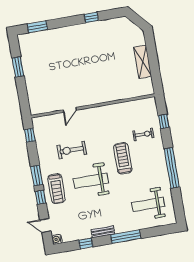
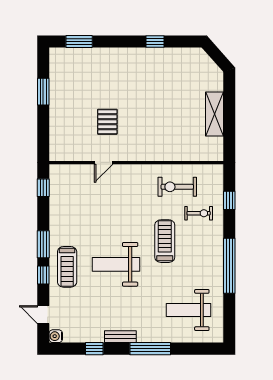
pallet: (67, 80) -> (107, 122), added
exercise bike: (72, 150) -> (177, 187), moved

